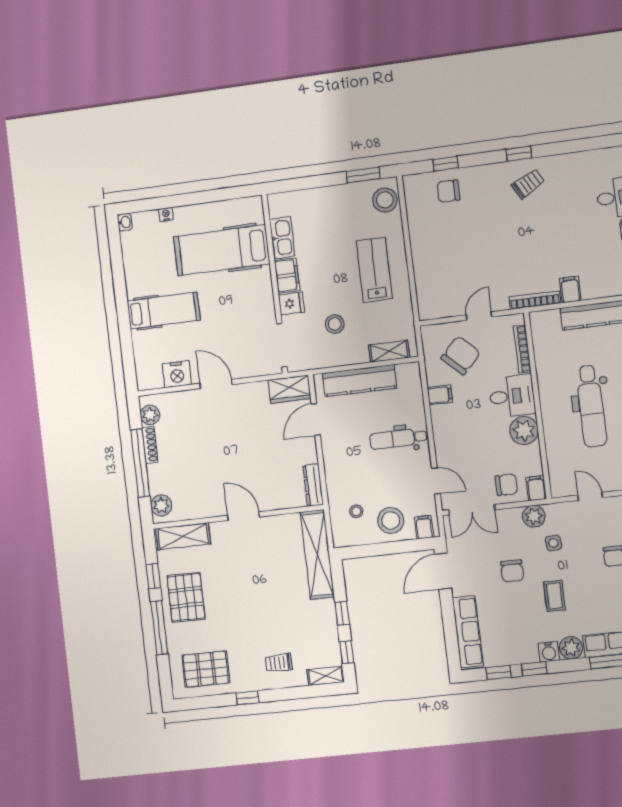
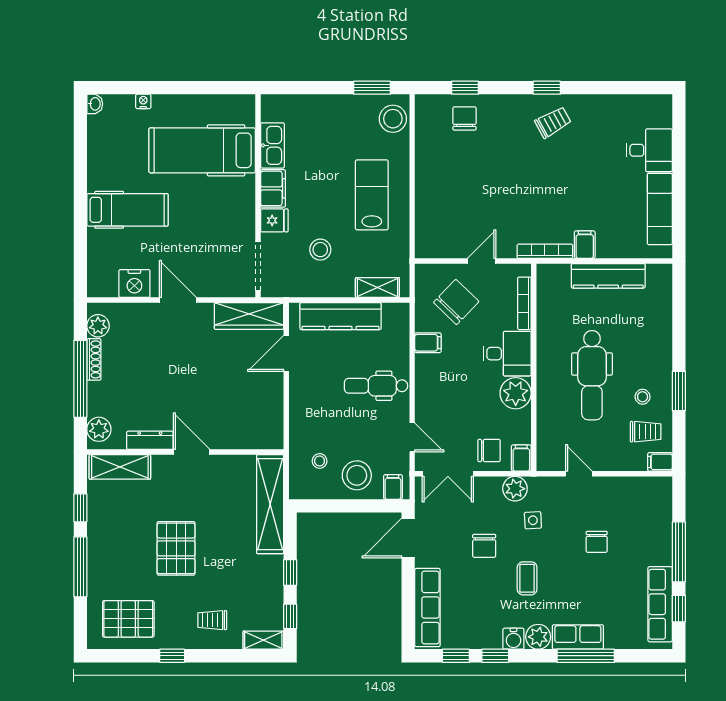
chair: (448, 191) -> (464, 118), turned 90
wardrobe: (289, 389) -> (249, 316), width x1.50
dresser: (313, 485) -> (150, 440), moved, turned 90
pallet: (186, 597) -> (176, 548), moved

